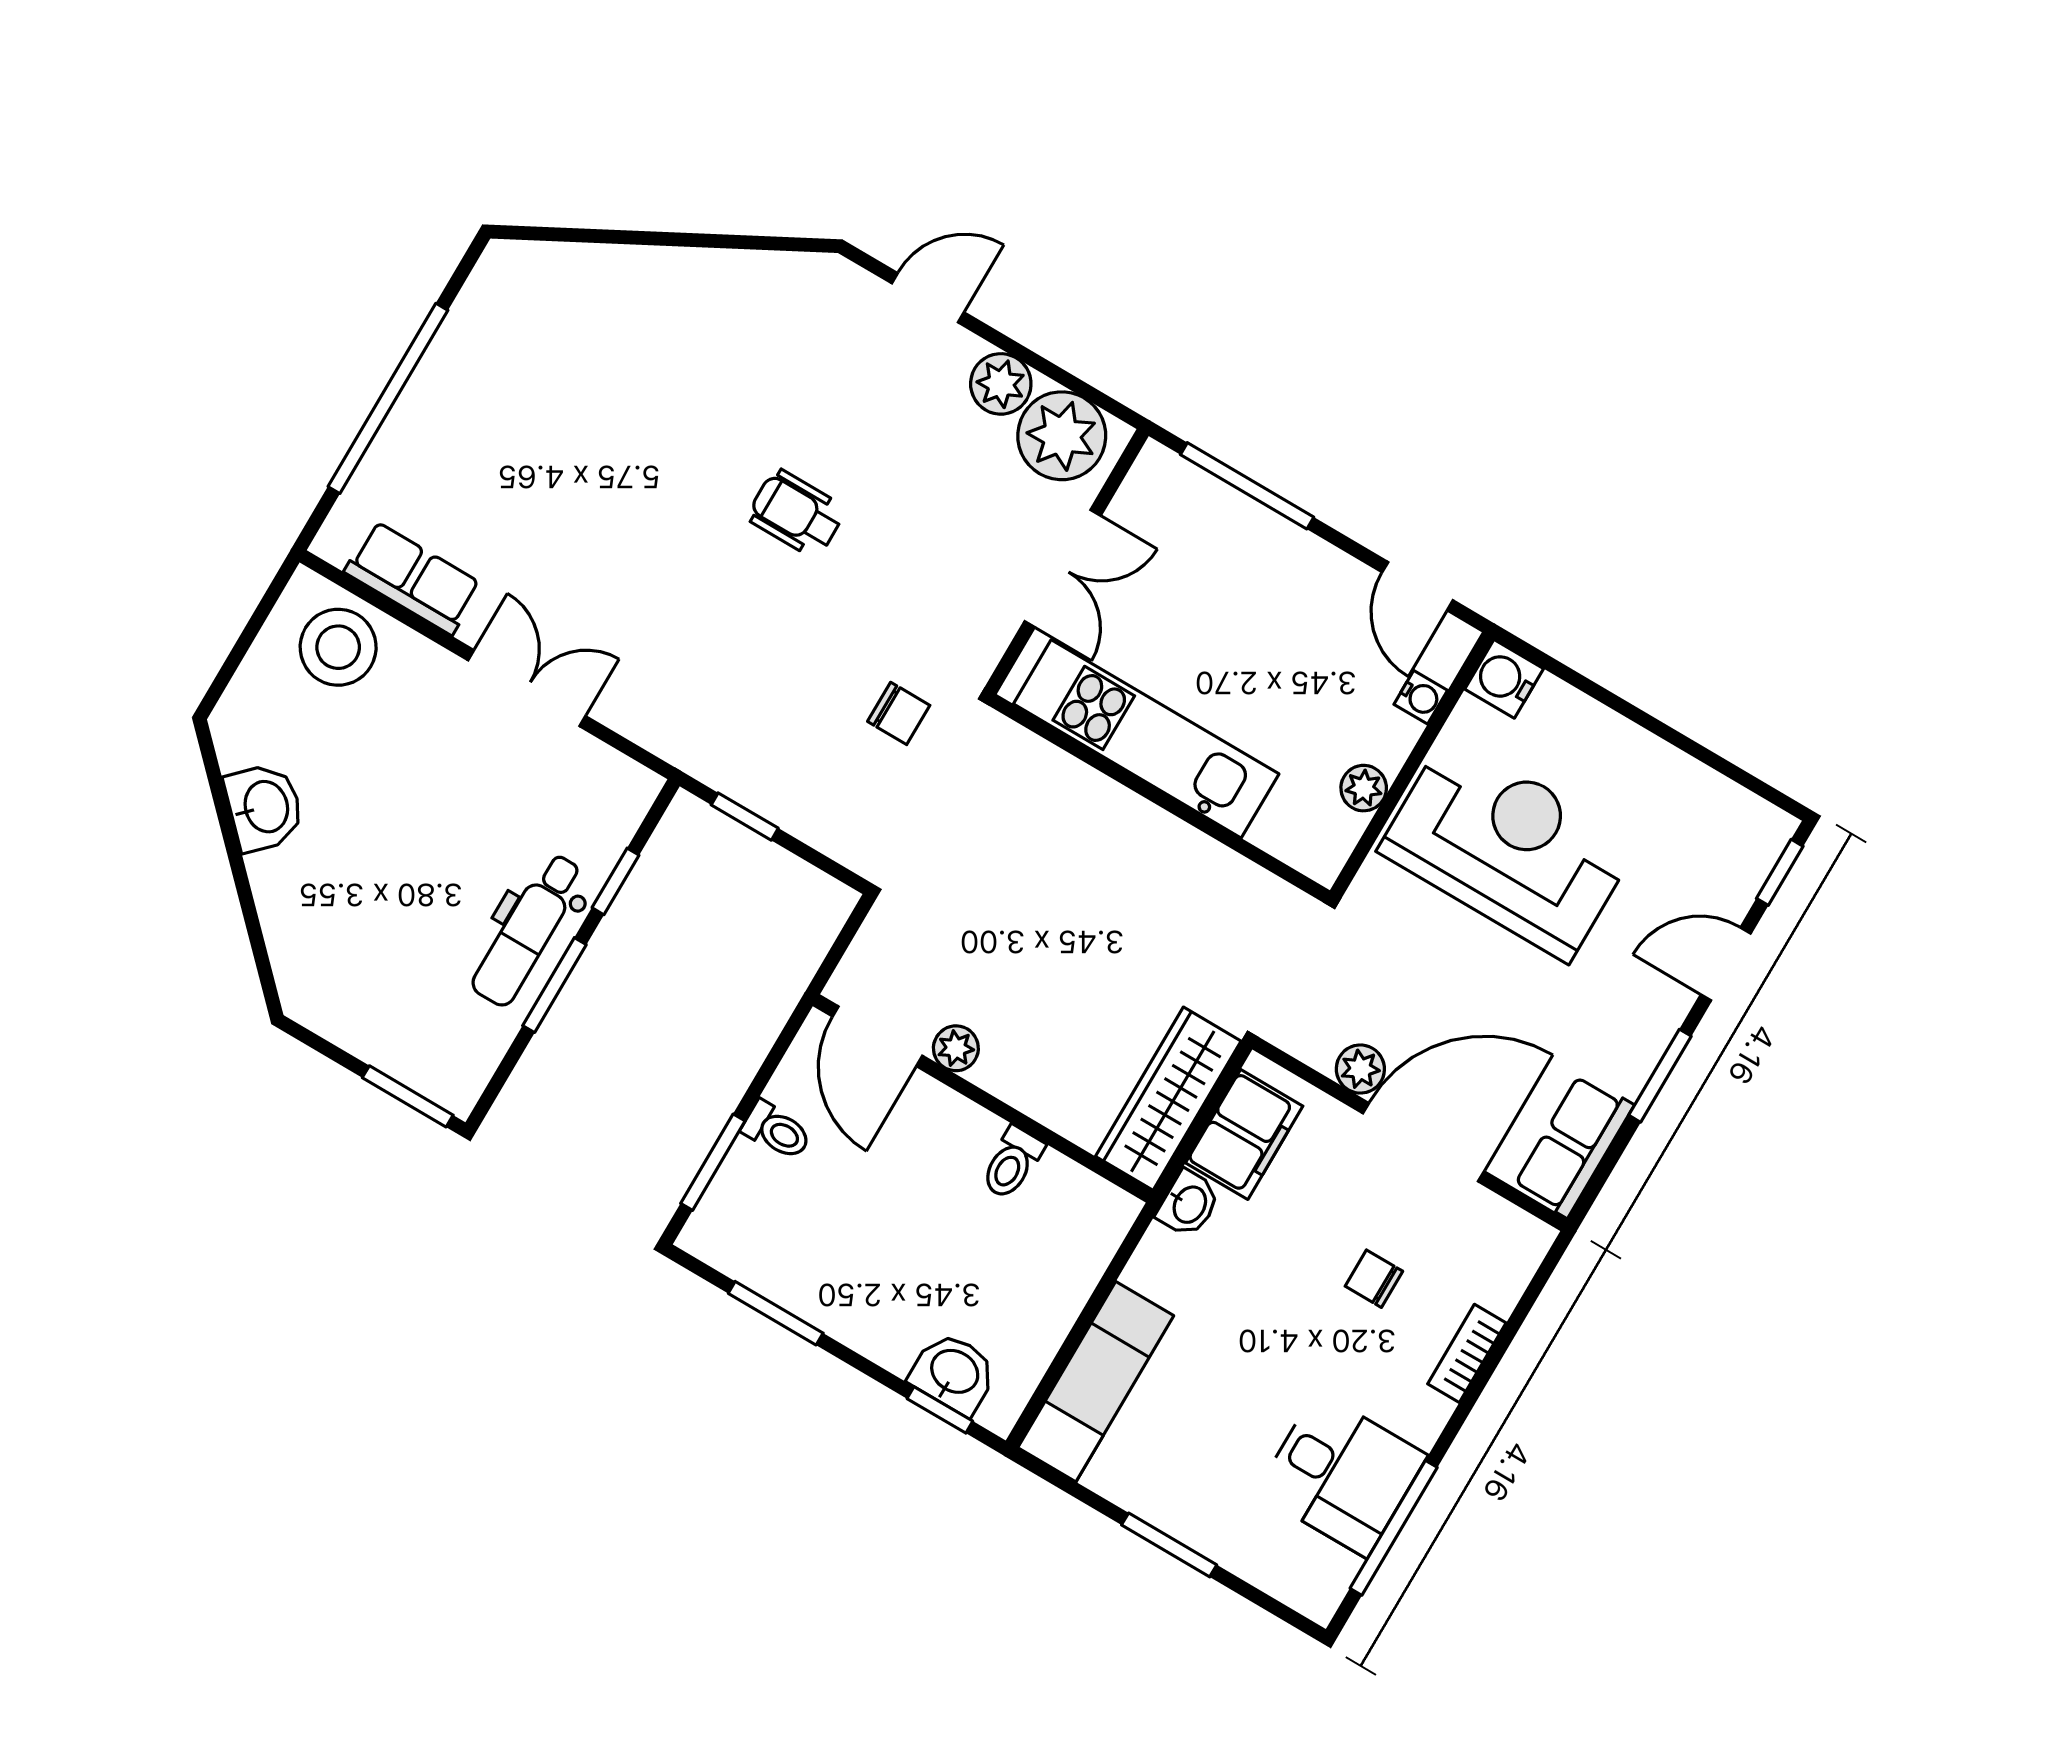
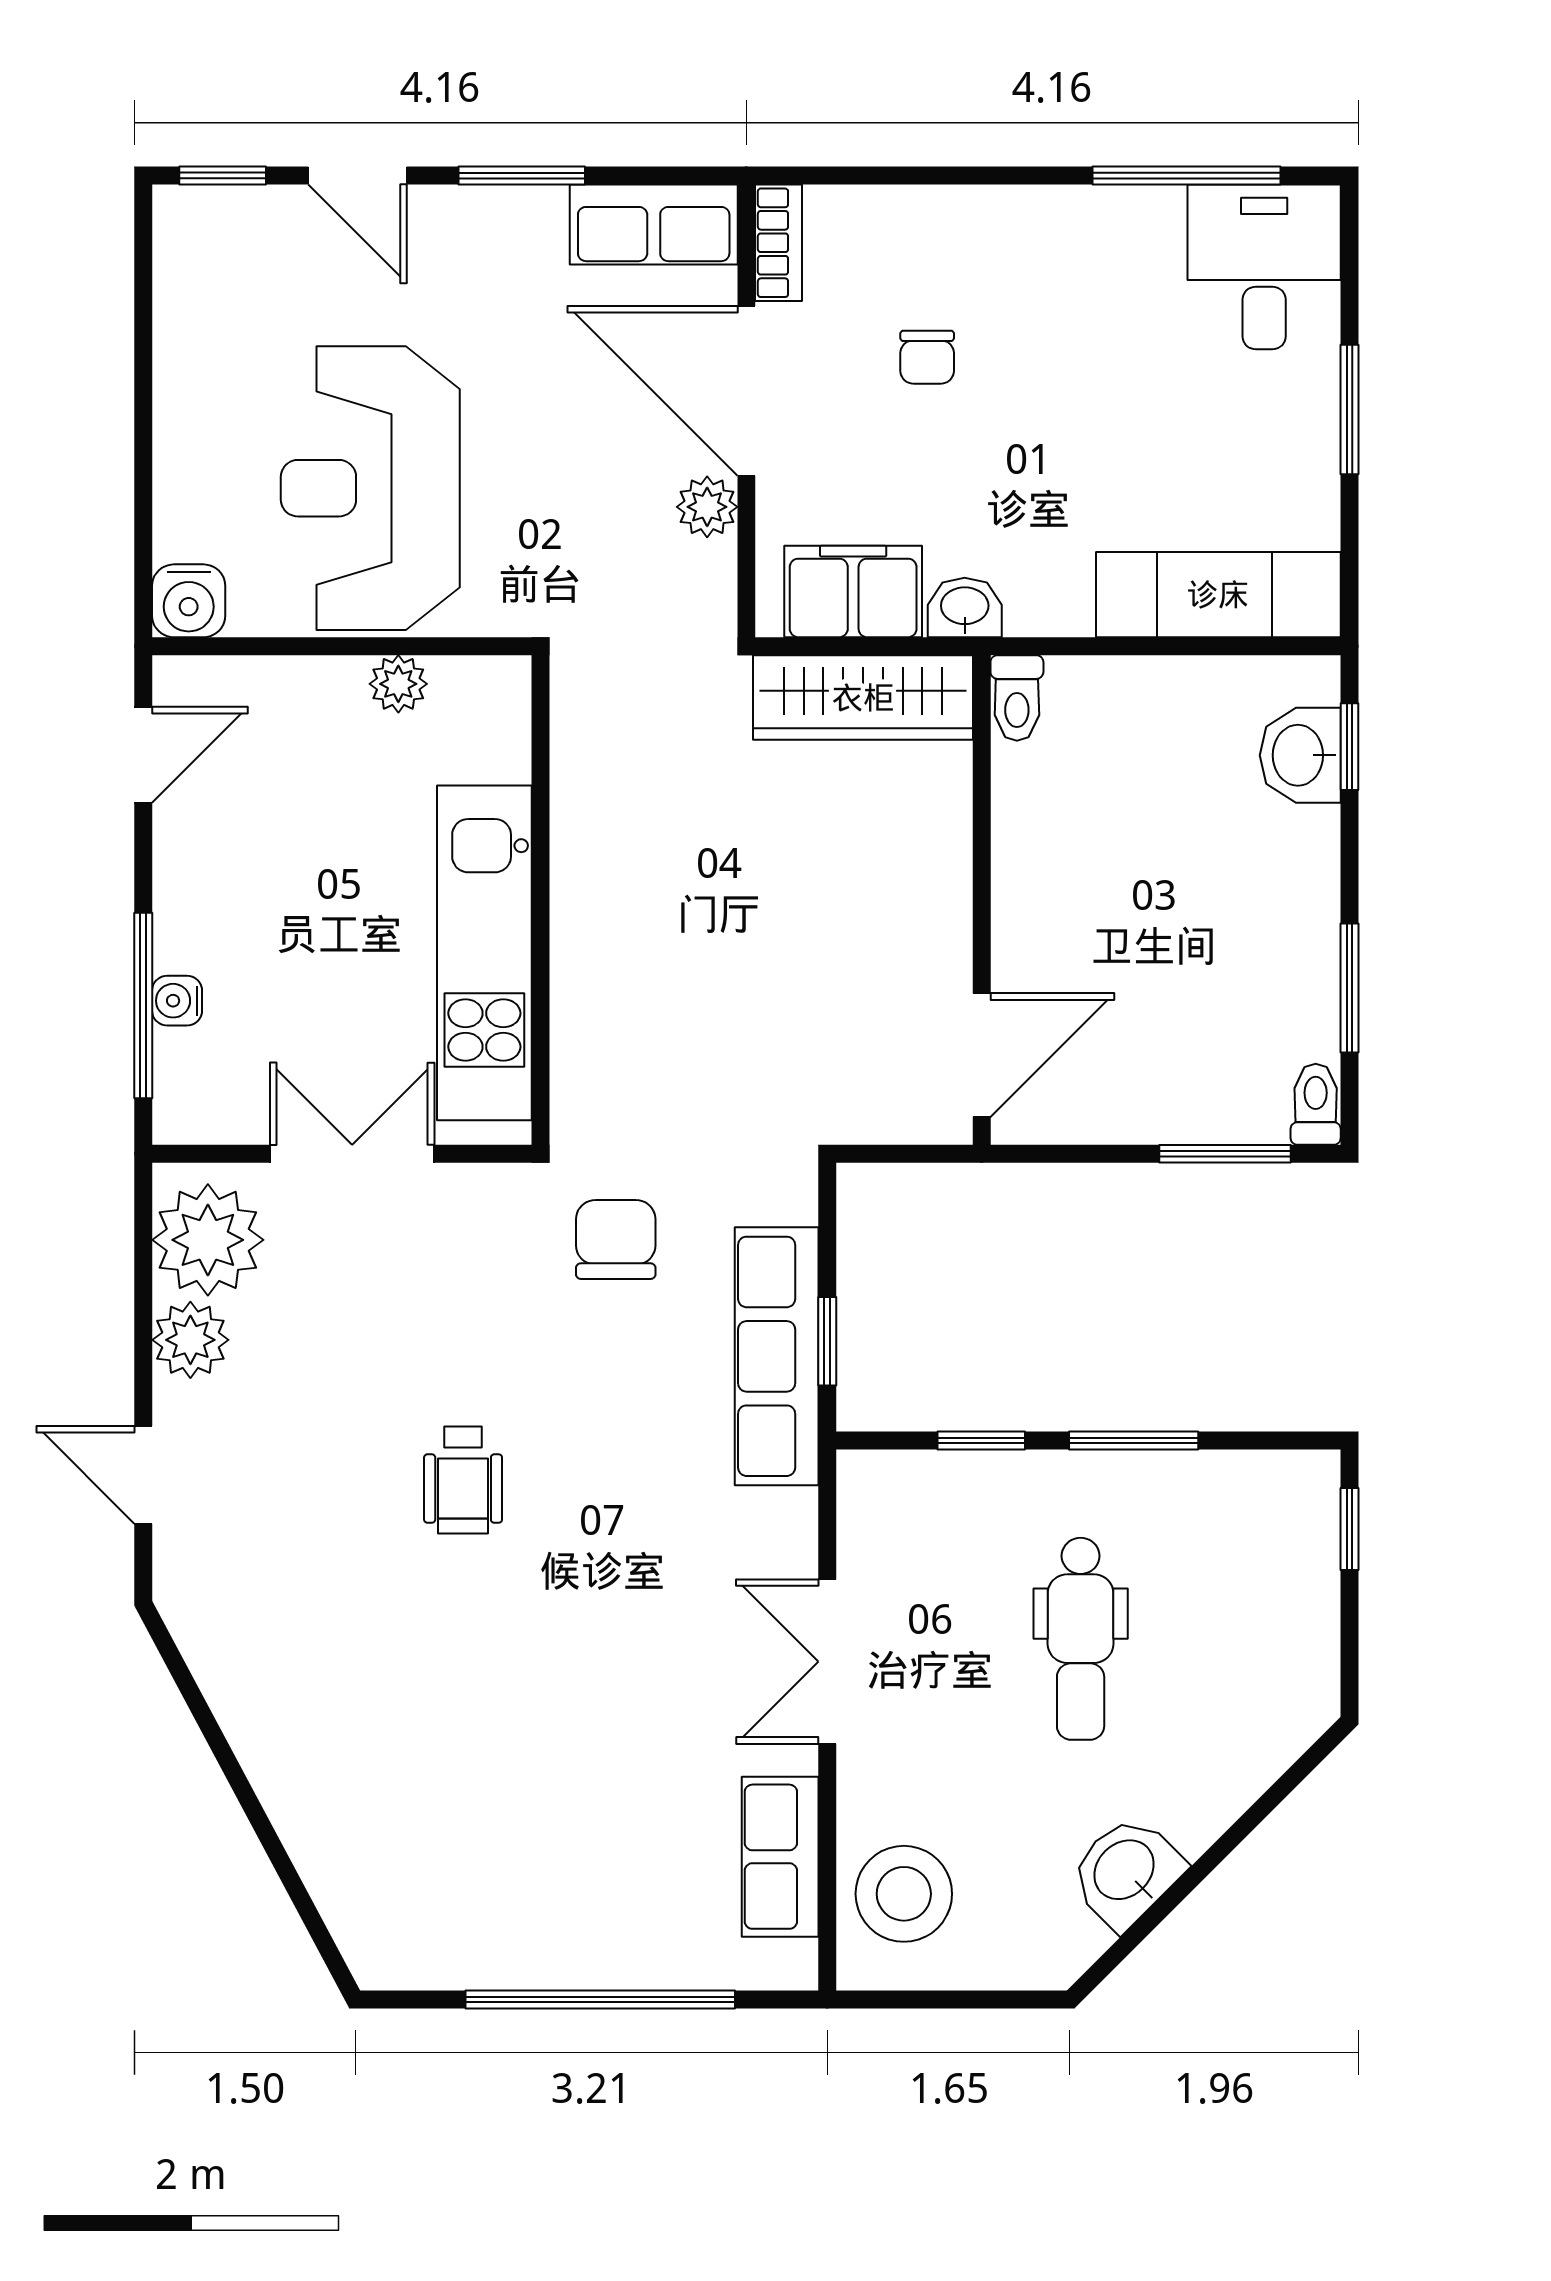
water cooler: (1421, 697) -> (177, 1001), moved, turned -90
chair: (899, 713) -> (616, 1239), width x1.37, depth x1.37
row of seats: (755, 776) -> (777, 1356), added
dental chair: (528, 930) -> (1081, 1639), moved, turned 90
plant: (956, 1048) -> (944, 962), removed
window: (408, 1096) -> (1349, 1529), width x0.67
toilet: (777, 1131) -> (1316, 1104), moved
toilet: (1012, 1163) -> (1017, 698), moved, turned 90
bookcase: (1467, 1353) -> (779, 243), moved, turned -90
desk: (1342, 1474) -> (1264, 267), moved

